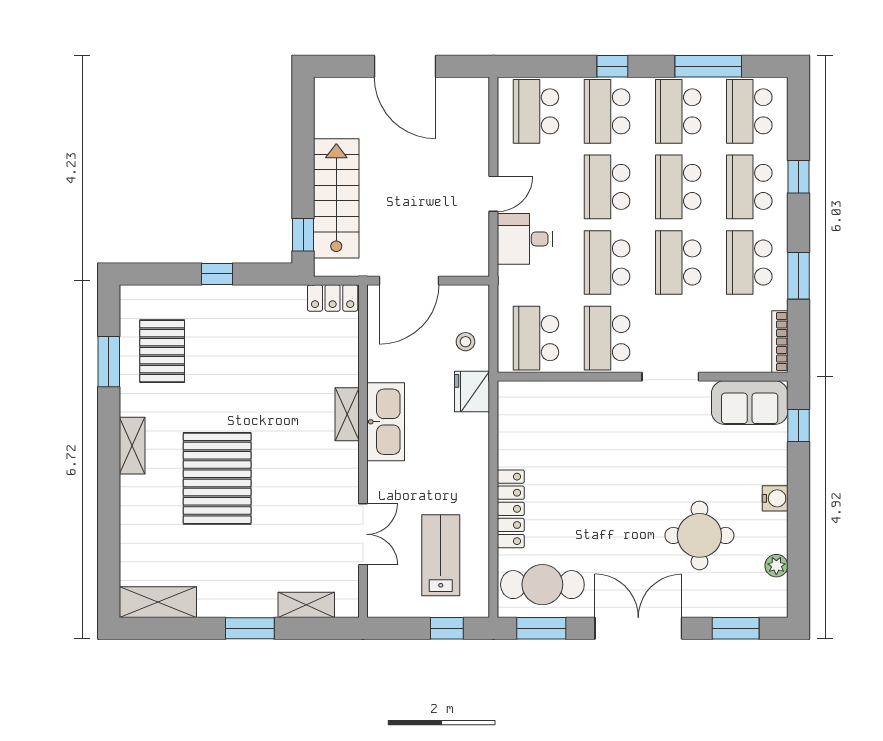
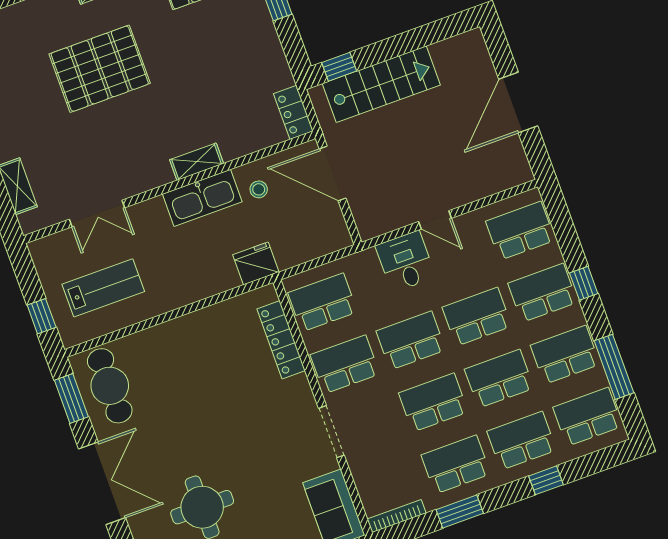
stool: (465, 342) -> (259, 189), moved
locker: (511, 509) -> (281, 340), moved, turned 90

